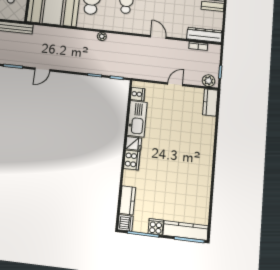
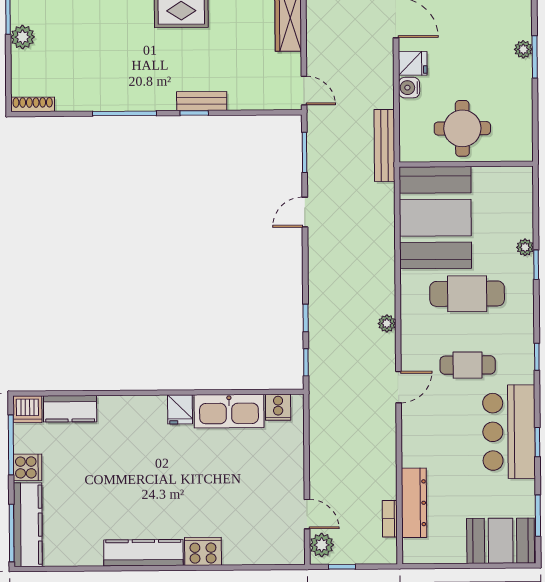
dresser: (204, 35) -> (414, 503), moved
door: (158, 37) -> (398, 387), moved
door: (42, 69) -> (305, 212), hinge flipped
door: (175, 84) -> (307, 514), moved
kitchen counter: (210, 102) -> (143, 553), moved, width x1.50
cooker: (132, 160) -> (203, 551), moved, turned 180

